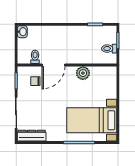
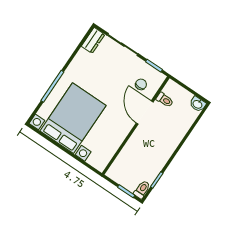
toilet: (109, 49) -> (142, 190), moved
plant: (83, 73) -> (117, 136), removed
bed with nightstands: (92, 120) -> (73, 118), width x1.36
dresser: (32, 136) -> (93, 40), width x0.70

